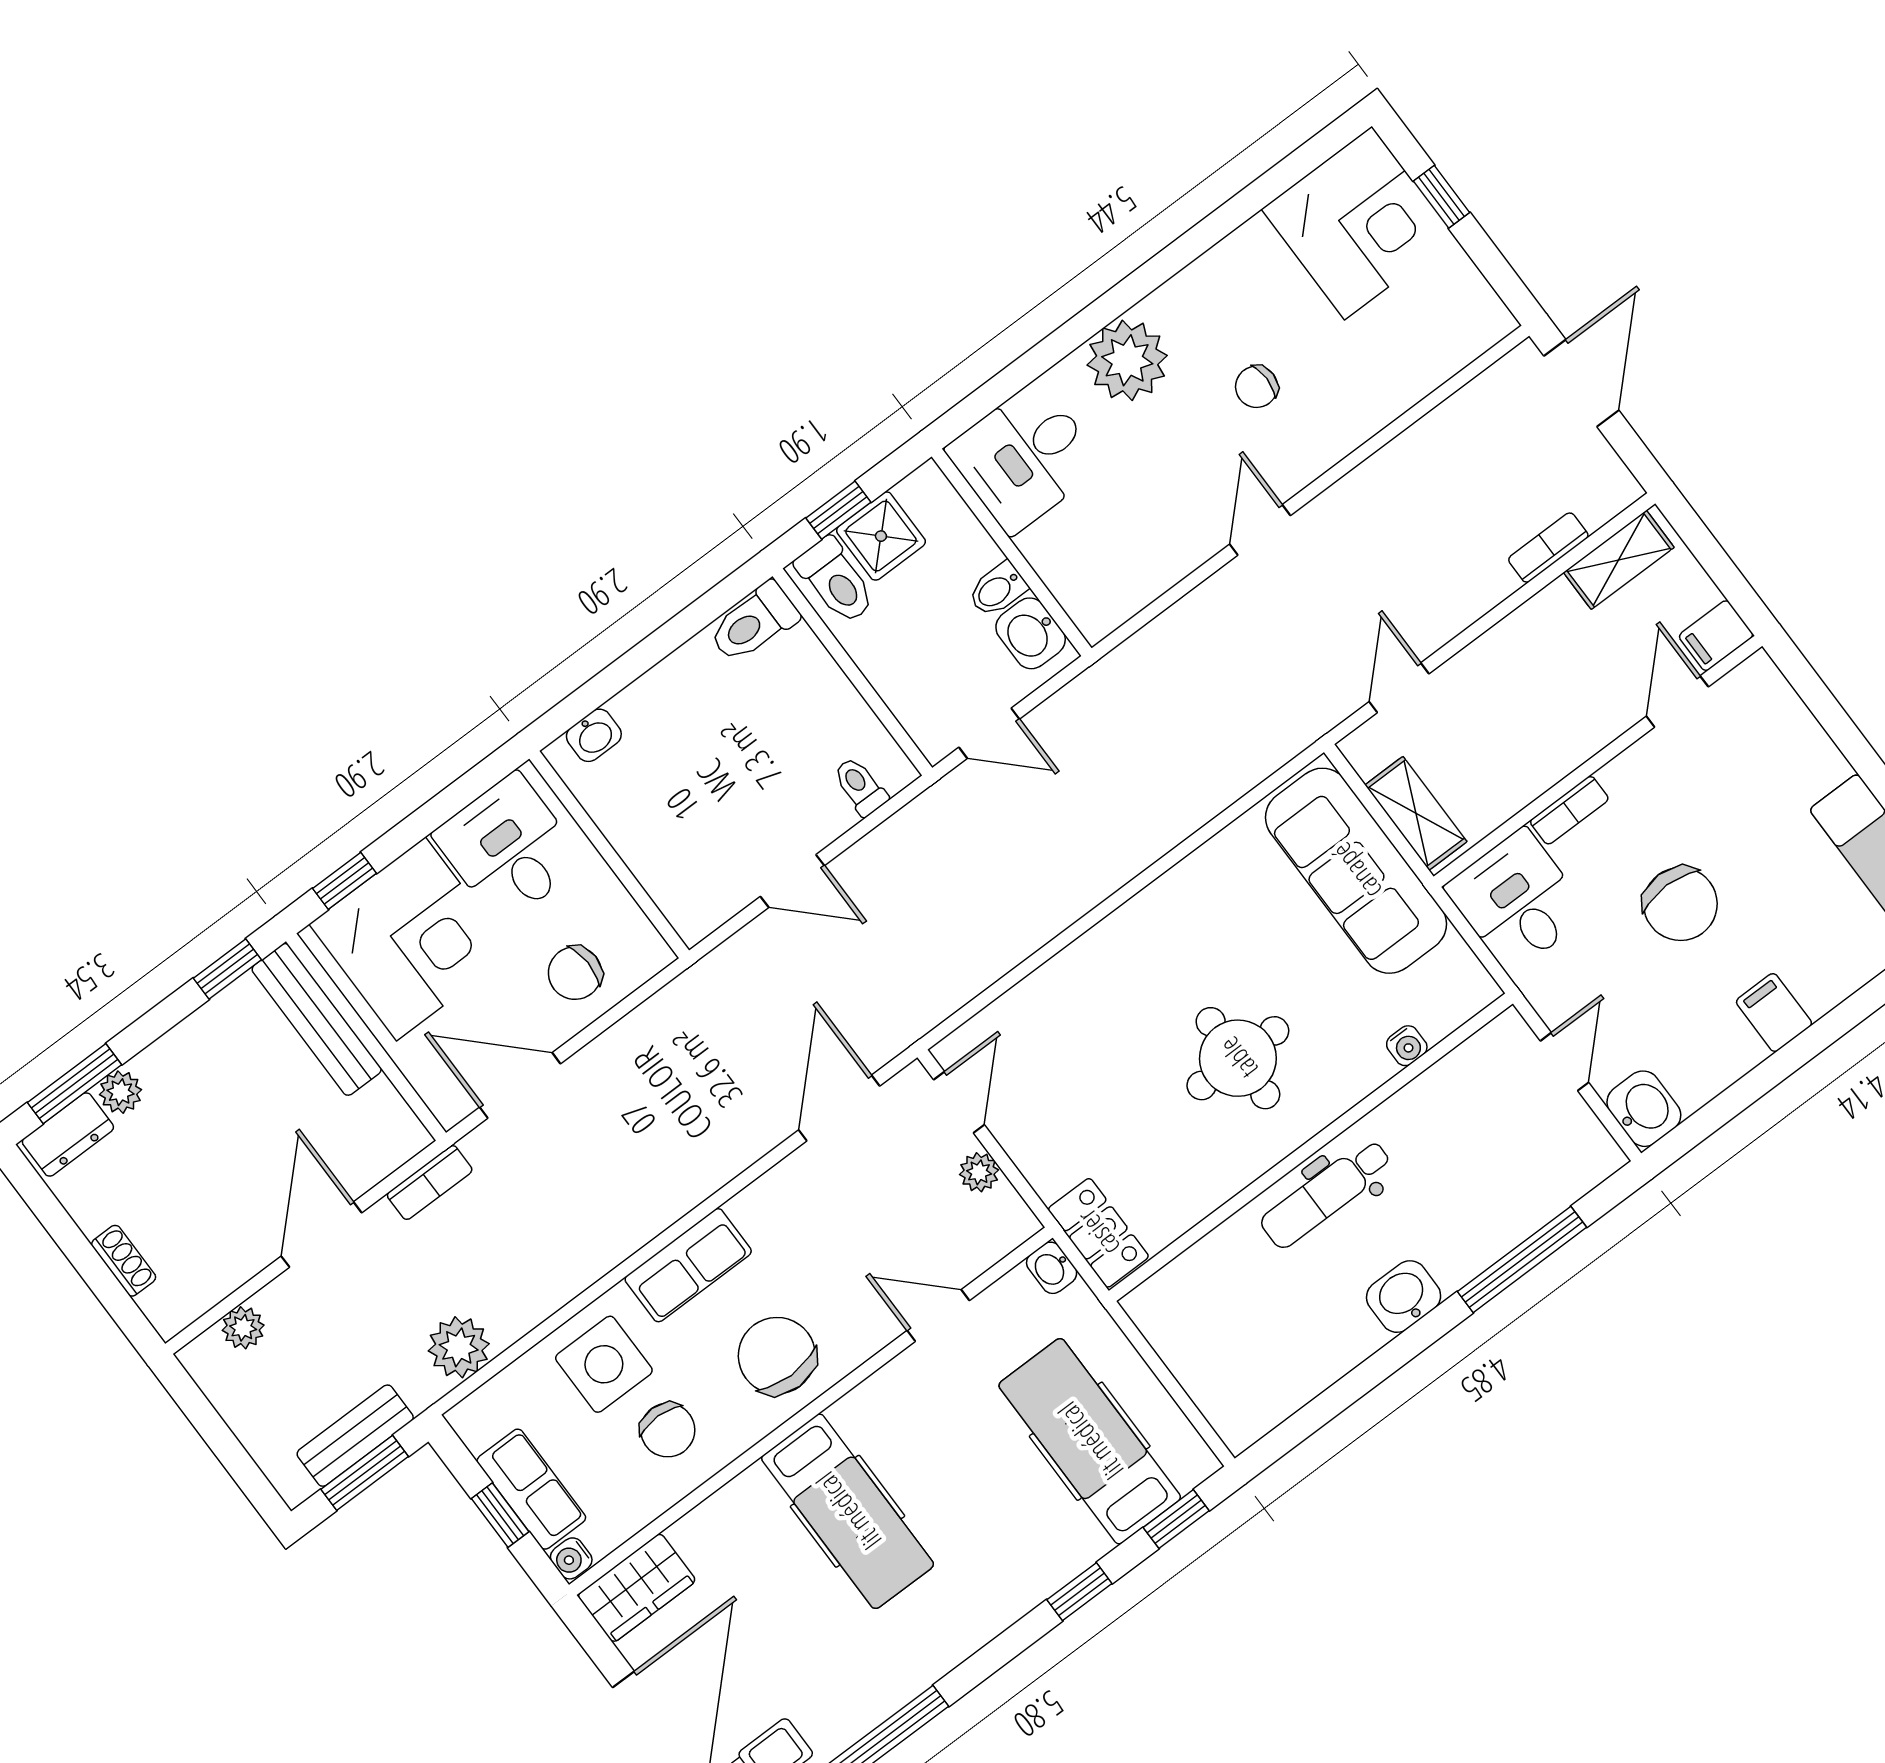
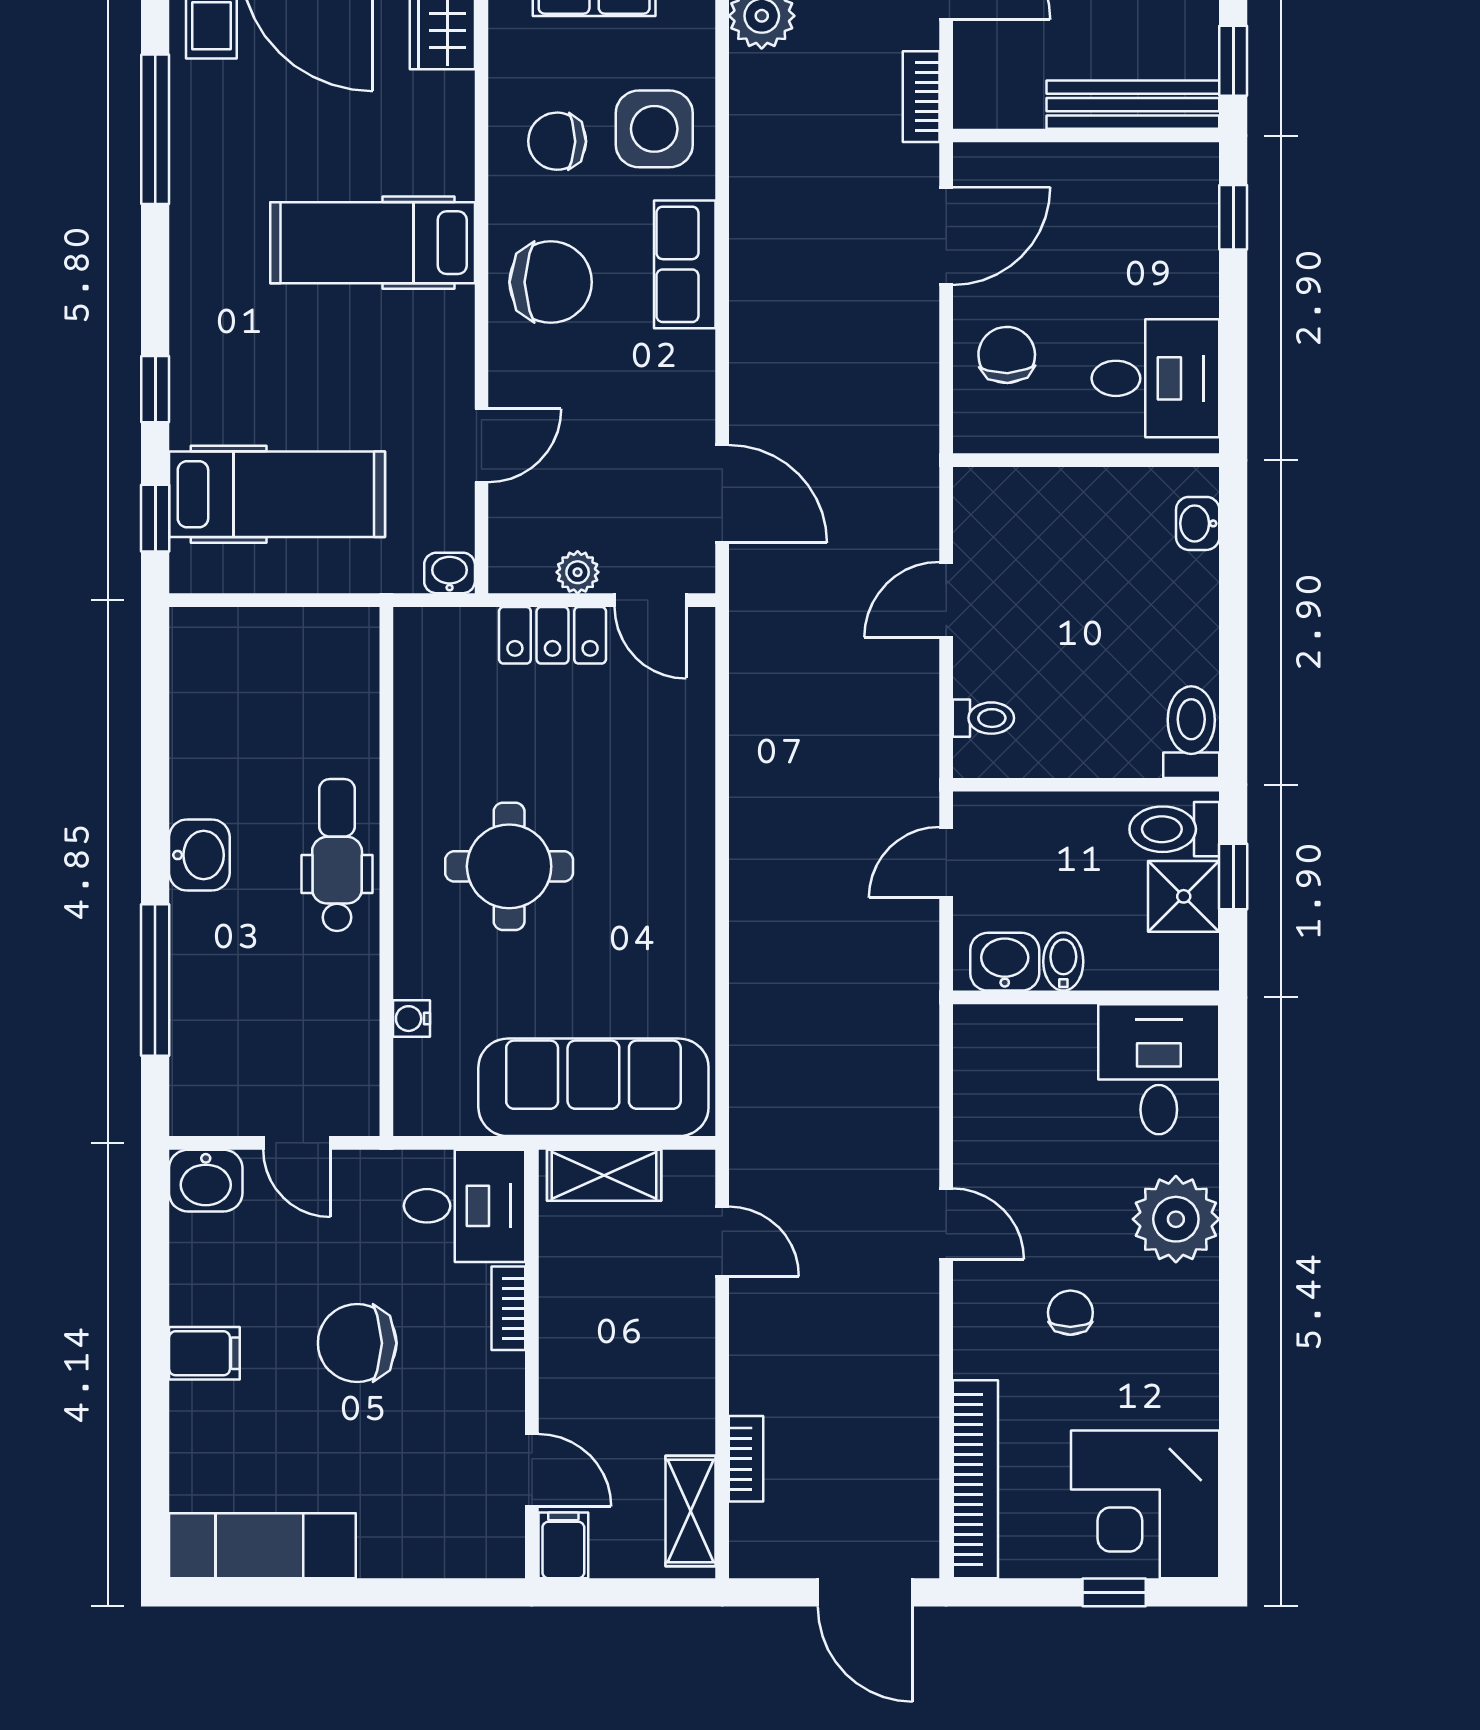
bookcase: (1435, 364) -> (975, 1479), added
corner desk: (411, 939) -> (1141, 237), removed
locker: (1098, 1233) -> (552, 635), moved

